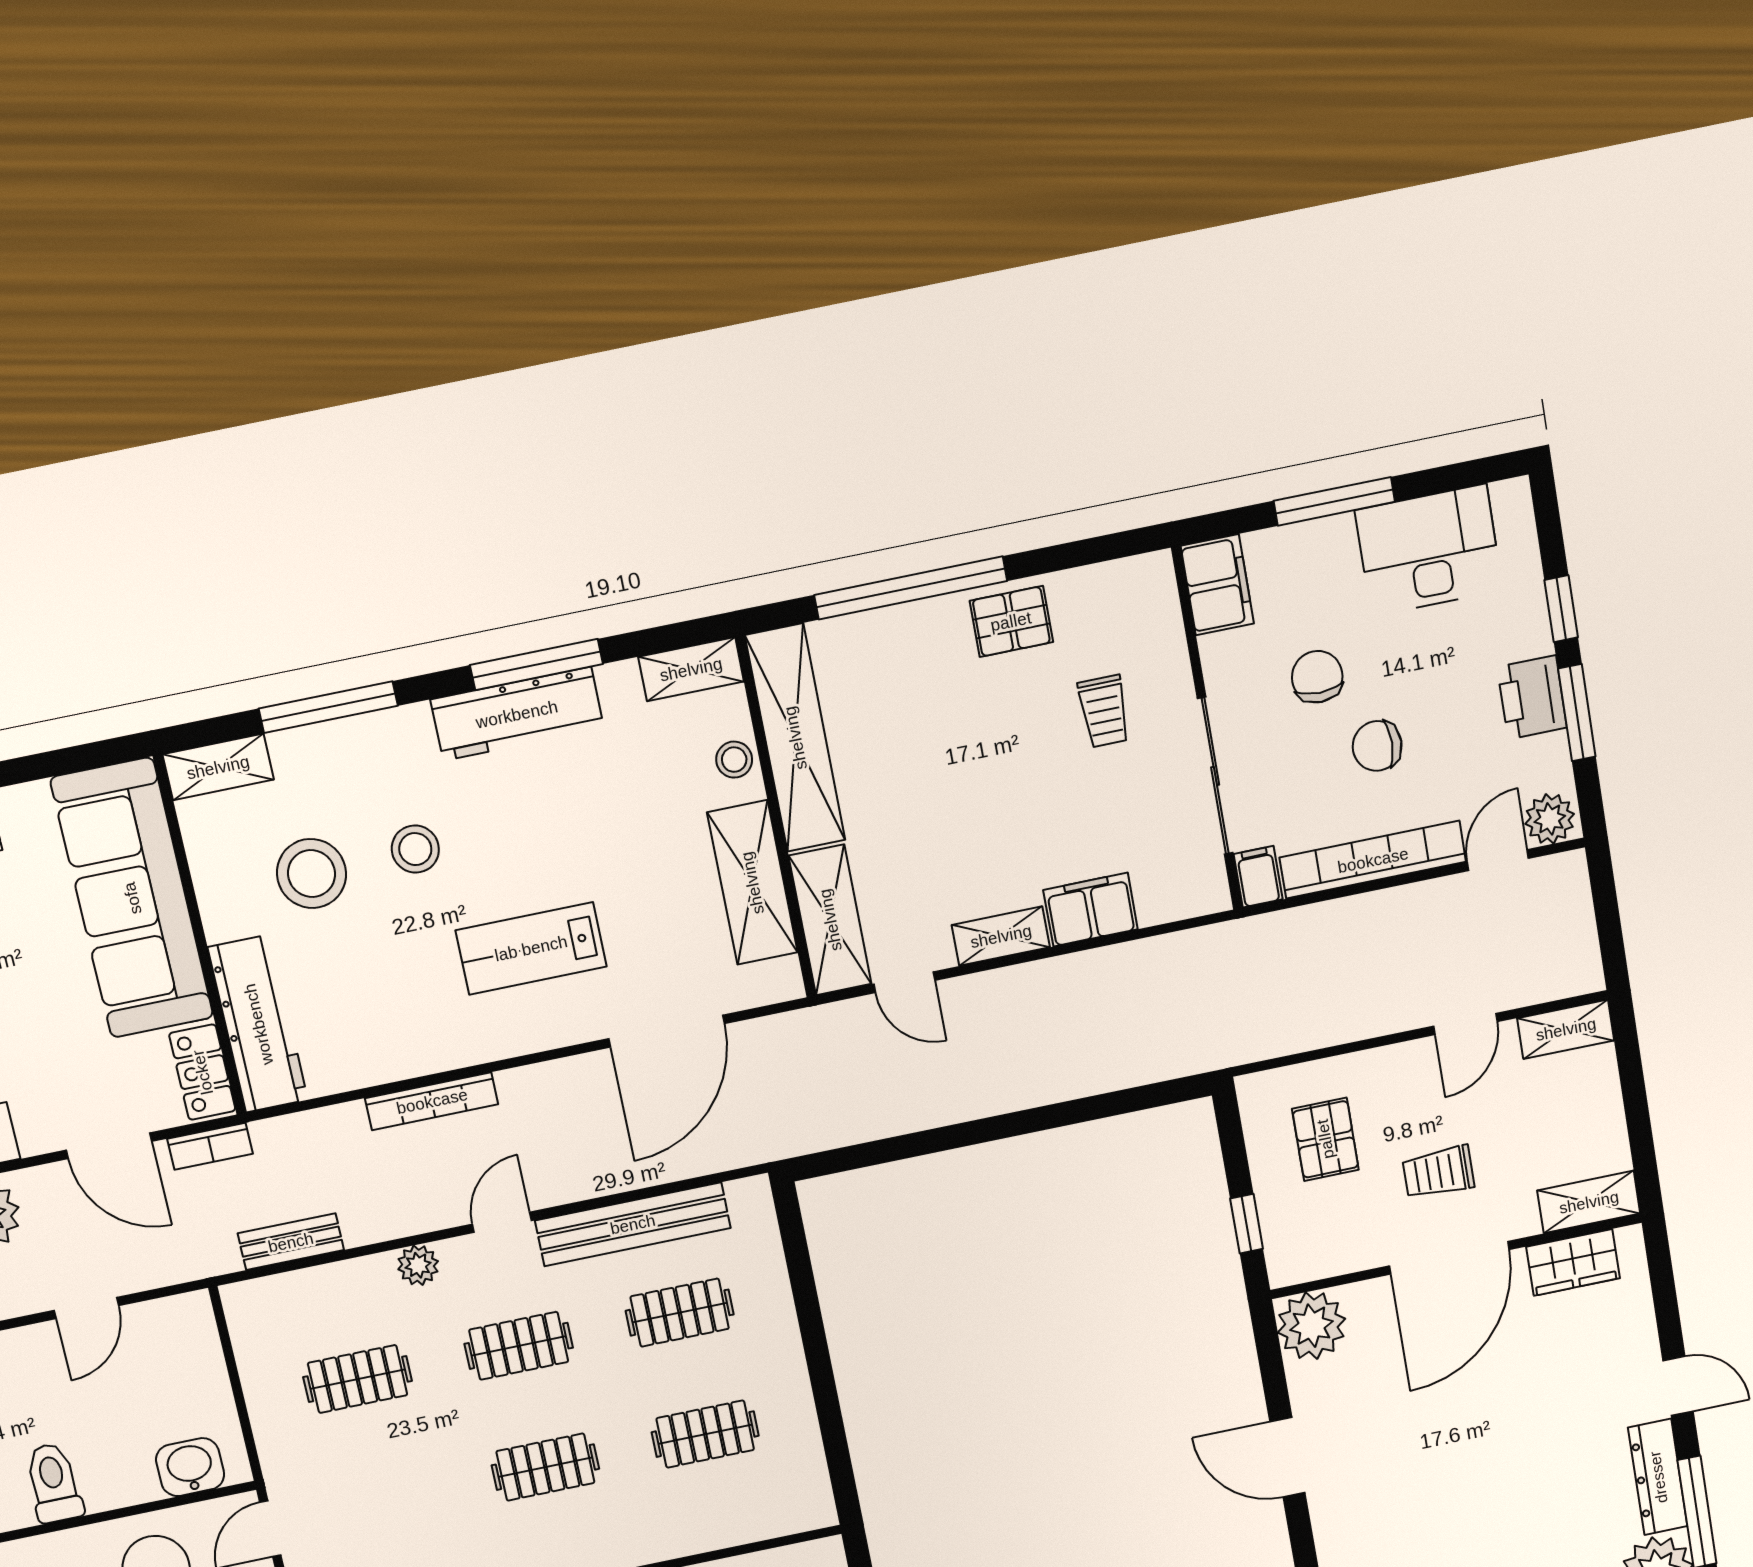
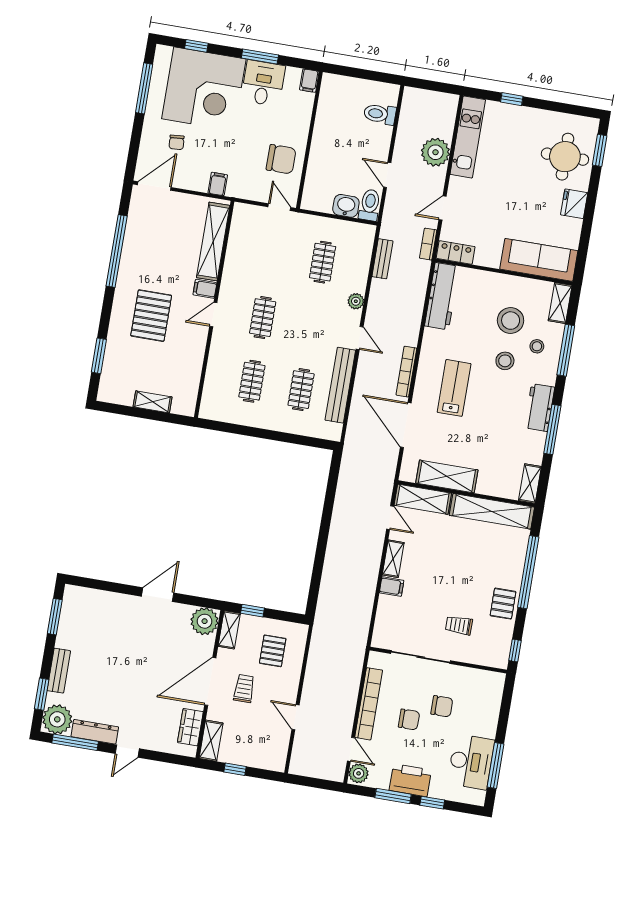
window: (1334, 501) -> (496, 765), moved
window: (1116, 546) -> (515, 651), added
filing cabinet: (1217, 585) -> (488, 682), removed
printer: (1532, 697) -> (410, 780), width x1.37, depth x1.19
workbench: (517, 714) -> (539, 408), width x0.73
chair: (1377, 746) -> (409, 719), turned 90
stool: (734, 760) -> (537, 346), moved
filing cabinet: (1258, 877) -> (379, 660), removed
sofa: (132, 898) -> (539, 260), width x0.74, depth x0.79
filing cabinet: (1090, 910) -> (392, 587), width x0.50
door: (904, 982) -> (390, 518), swing flipped
workbench: (258, 1024) -> (442, 296), moved, turned -90
shelving: (1566, 1029) -> (229, 630), moved
bookcase: (432, 1101) -> (406, 372), moved
window: (1638, 1119) -> (235, 769), added
pallet: (1325, 1139) -> (273, 651), turned 90
door: (109, 1146) -> (442, 208), width x0.73
door: (1449, 1258) -> (210, 681), hinge flipped
clothes rail: (519, 1346) -> (312, 326), removed
washbasin: (190, 1467) -> (346, 206), moved, turned -90
toilet: (54, 1483) -> (370, 205), moved, turned -90

